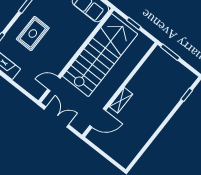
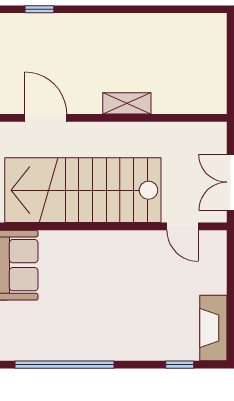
rug: (33, 34) -> (131, 319), removed
door: (98, 118) -> (46, 118), moved

